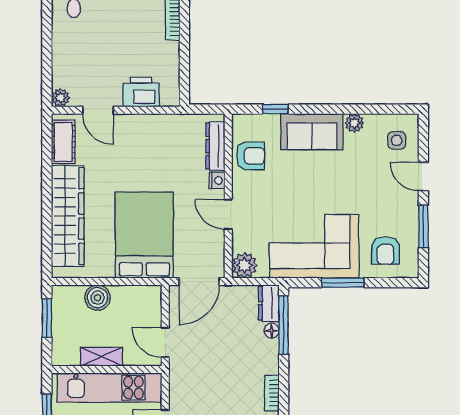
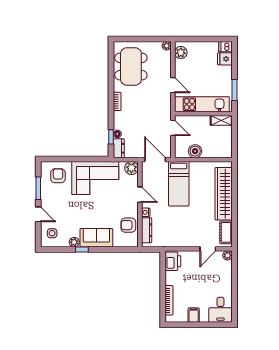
printer: (141, 92) -> (173, 261), moved, turned -90
window: (275, 109) -> (82, 249), moved
door: (98, 110) -> (208, 249), swing flipped
bed: (144, 235) -> (179, 184), width x0.67
door: (199, 282) -> (155, 160), hinge flipped
window: (343, 283) -> (80, 159), removed
boiler: (97, 298) -> (195, 151), moved
window: (47, 318) -> (235, 141), removed
window: (284, 325) -> (111, 137), width x0.46
shelving: (102, 357) -> (221, 120), moved

